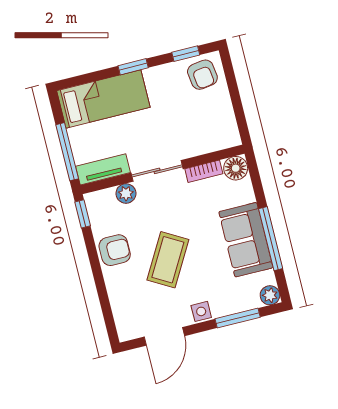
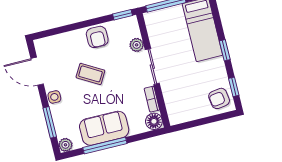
tv unit: (103, 169) -> (153, 29), removed
coffee table: (168, 260) -> (90, 74), width x0.73, depth x0.77

